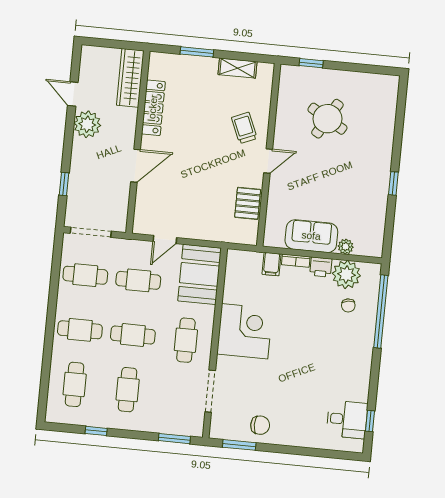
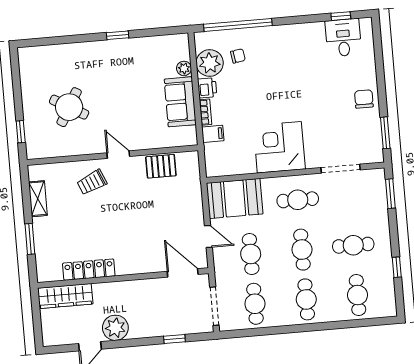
door: (136, 166) -> (183, 273), moved
cafe table: (75, 384) -> (358, 295), turned 90
chair: (260, 425) -> (364, 99), moved

